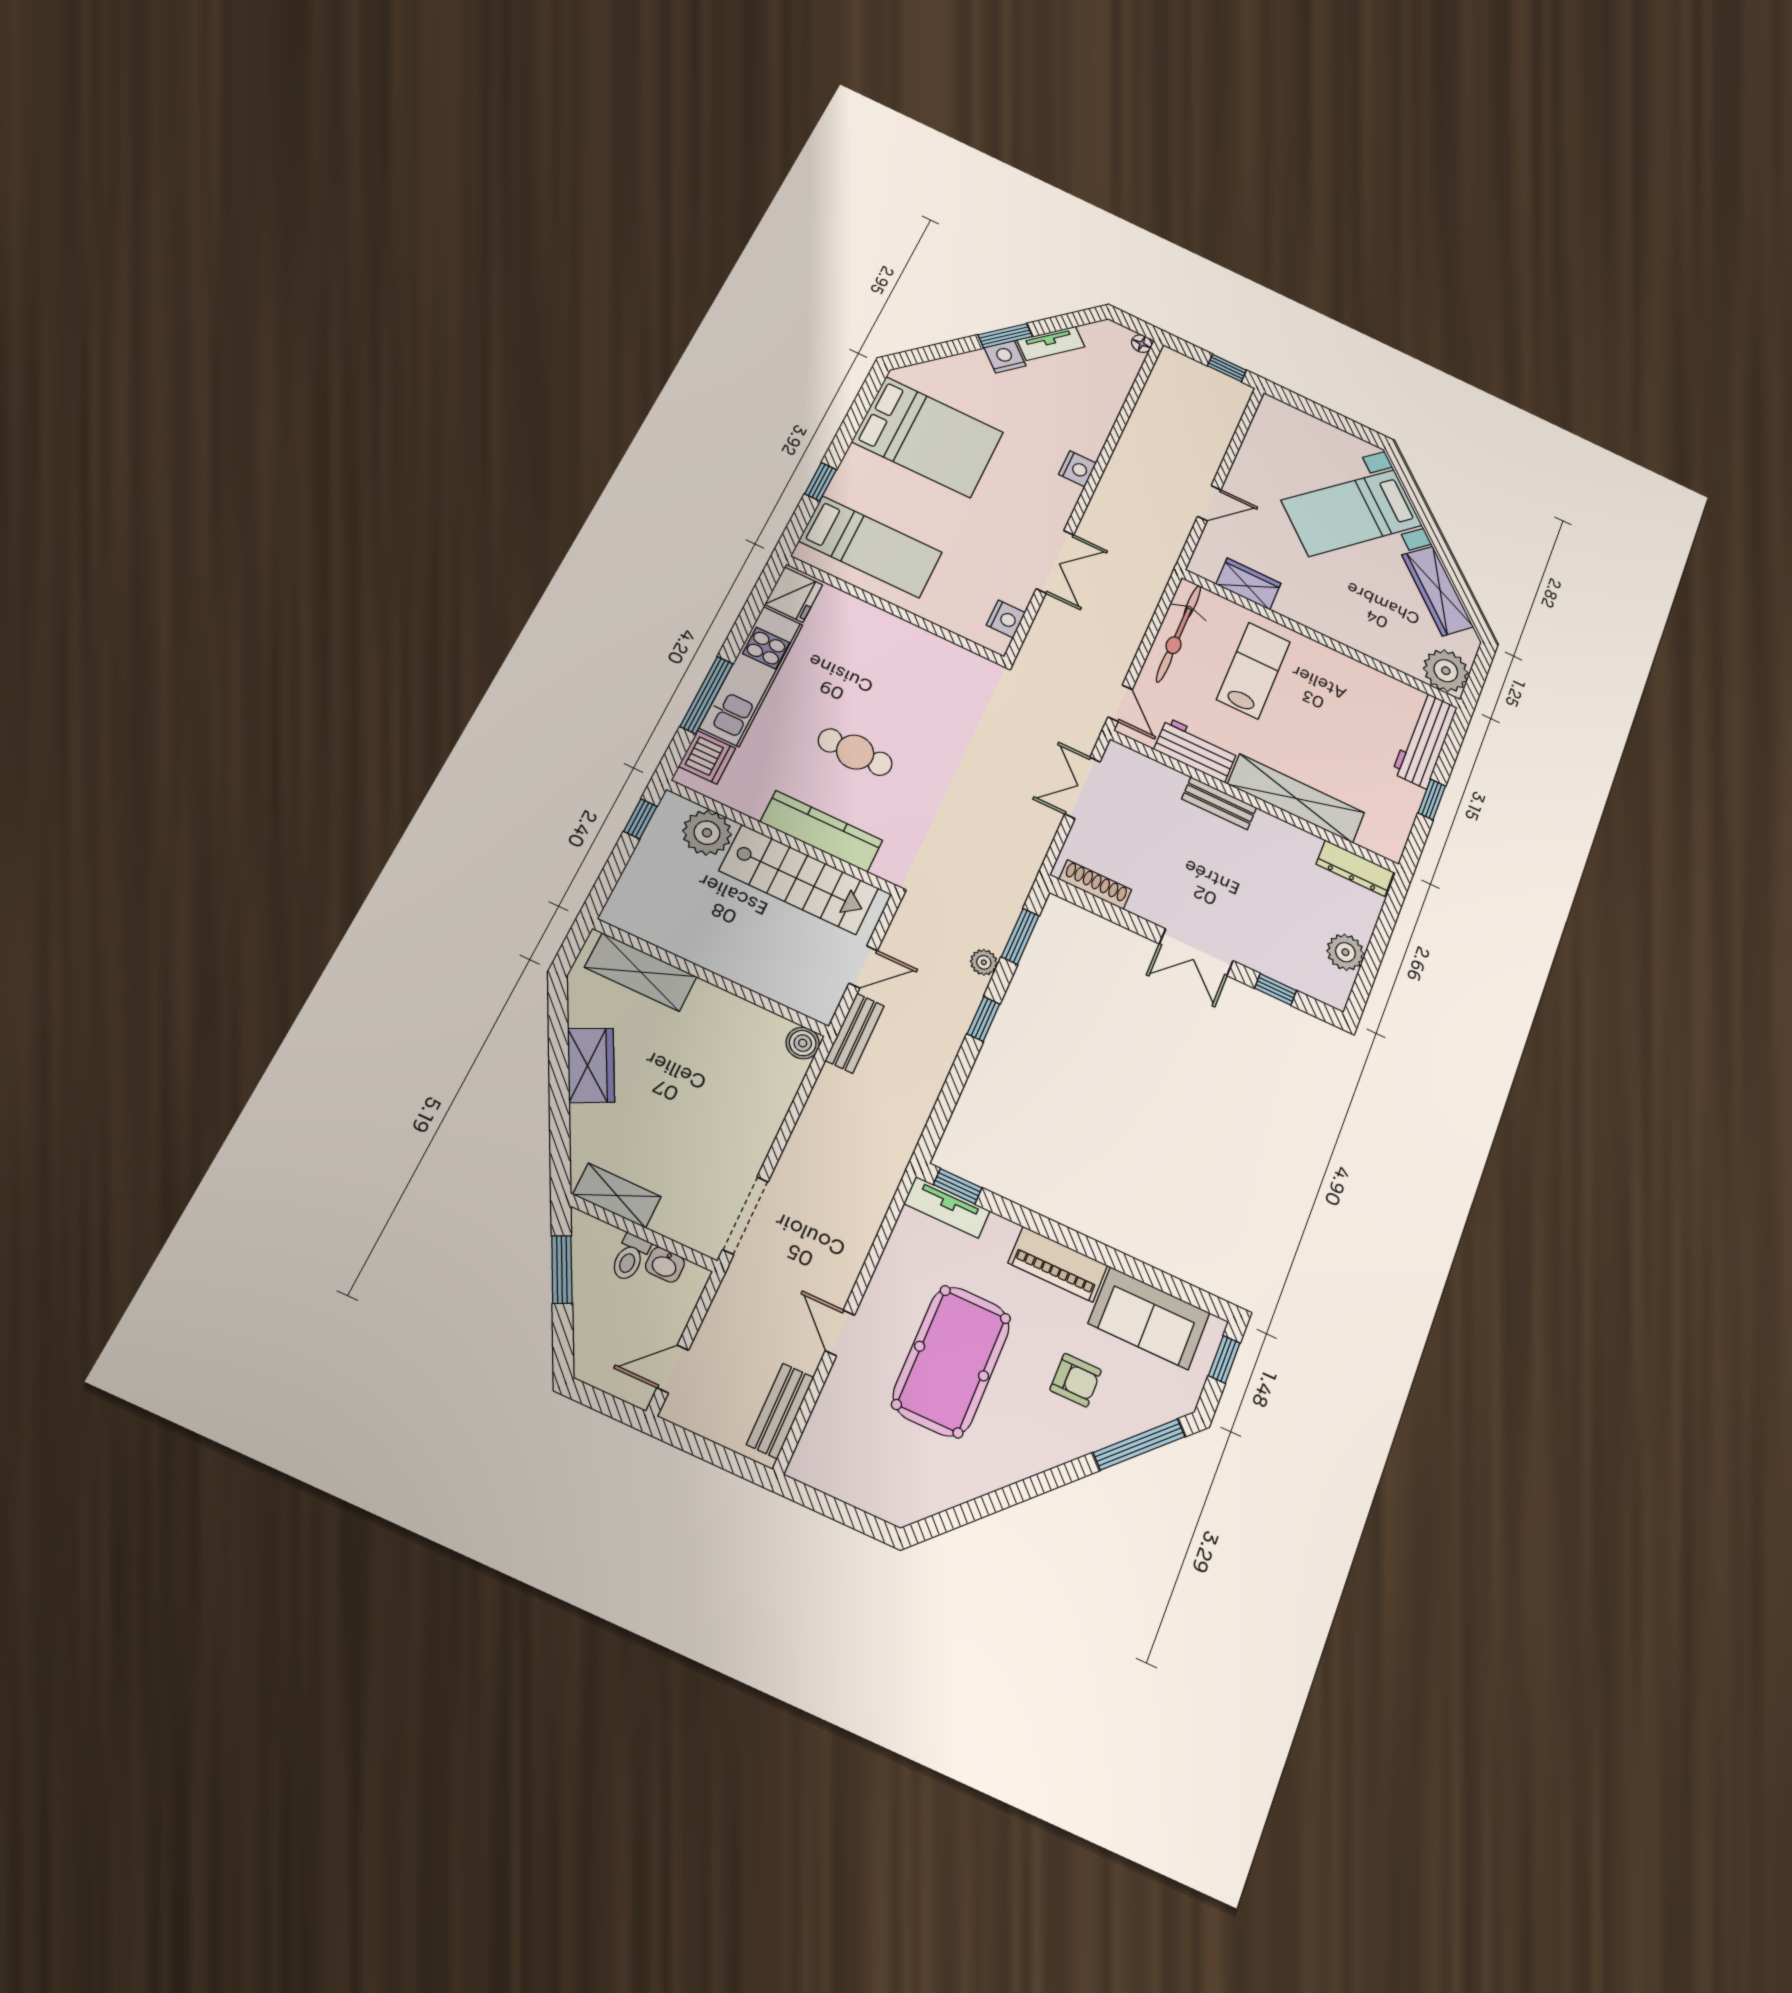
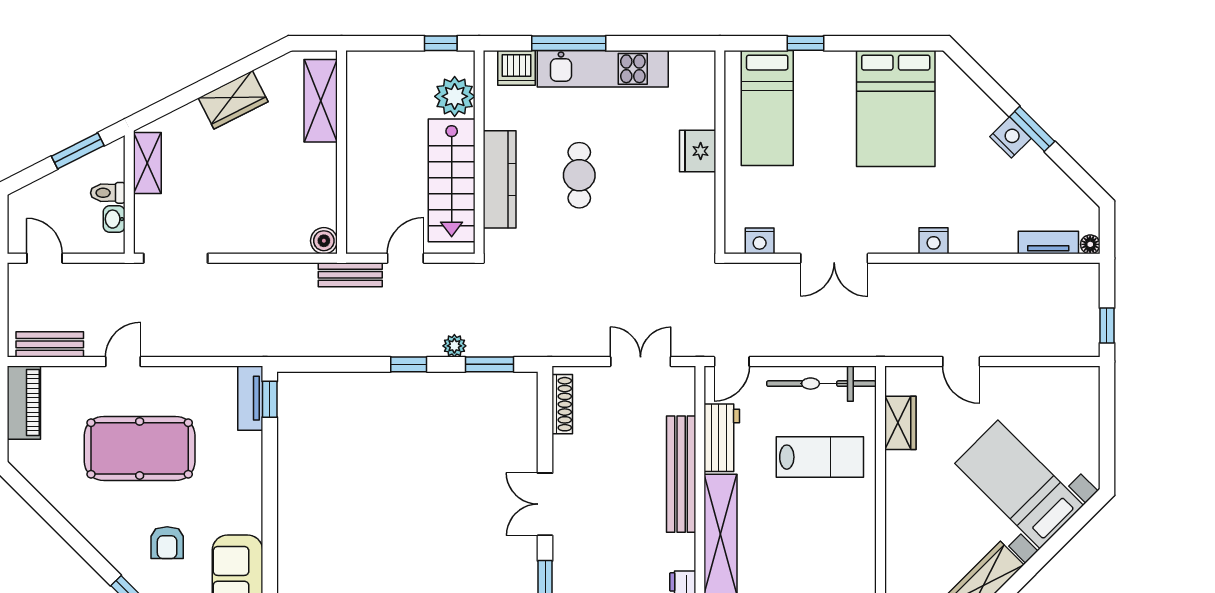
tv unit: (1051, 343) -> (1048, 243), moved, turned 135
fridge: (794, 595) -> (698, 151), moved, turned 90
bench: (1219, 803) -> (681, 474), width x1.86, depth x1.21
door: (863, 967) -> (405, 258), swing flipped
piano: (1058, 1264) -> (24, 403), moved, turned 180

